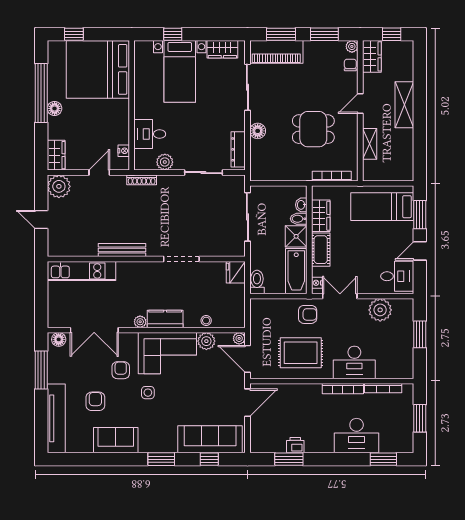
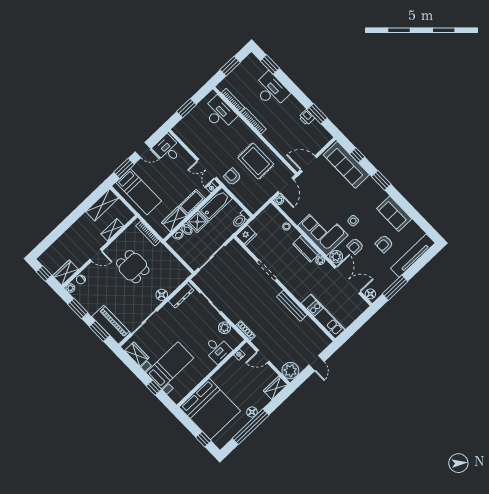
shelving: (404, 105) -> (102, 205), moved
plant: (380, 310) -> (194, 141), removed
plant: (206, 341) -> (336, 257), moved
desk: (354, 362) -> (219, 113), moved

